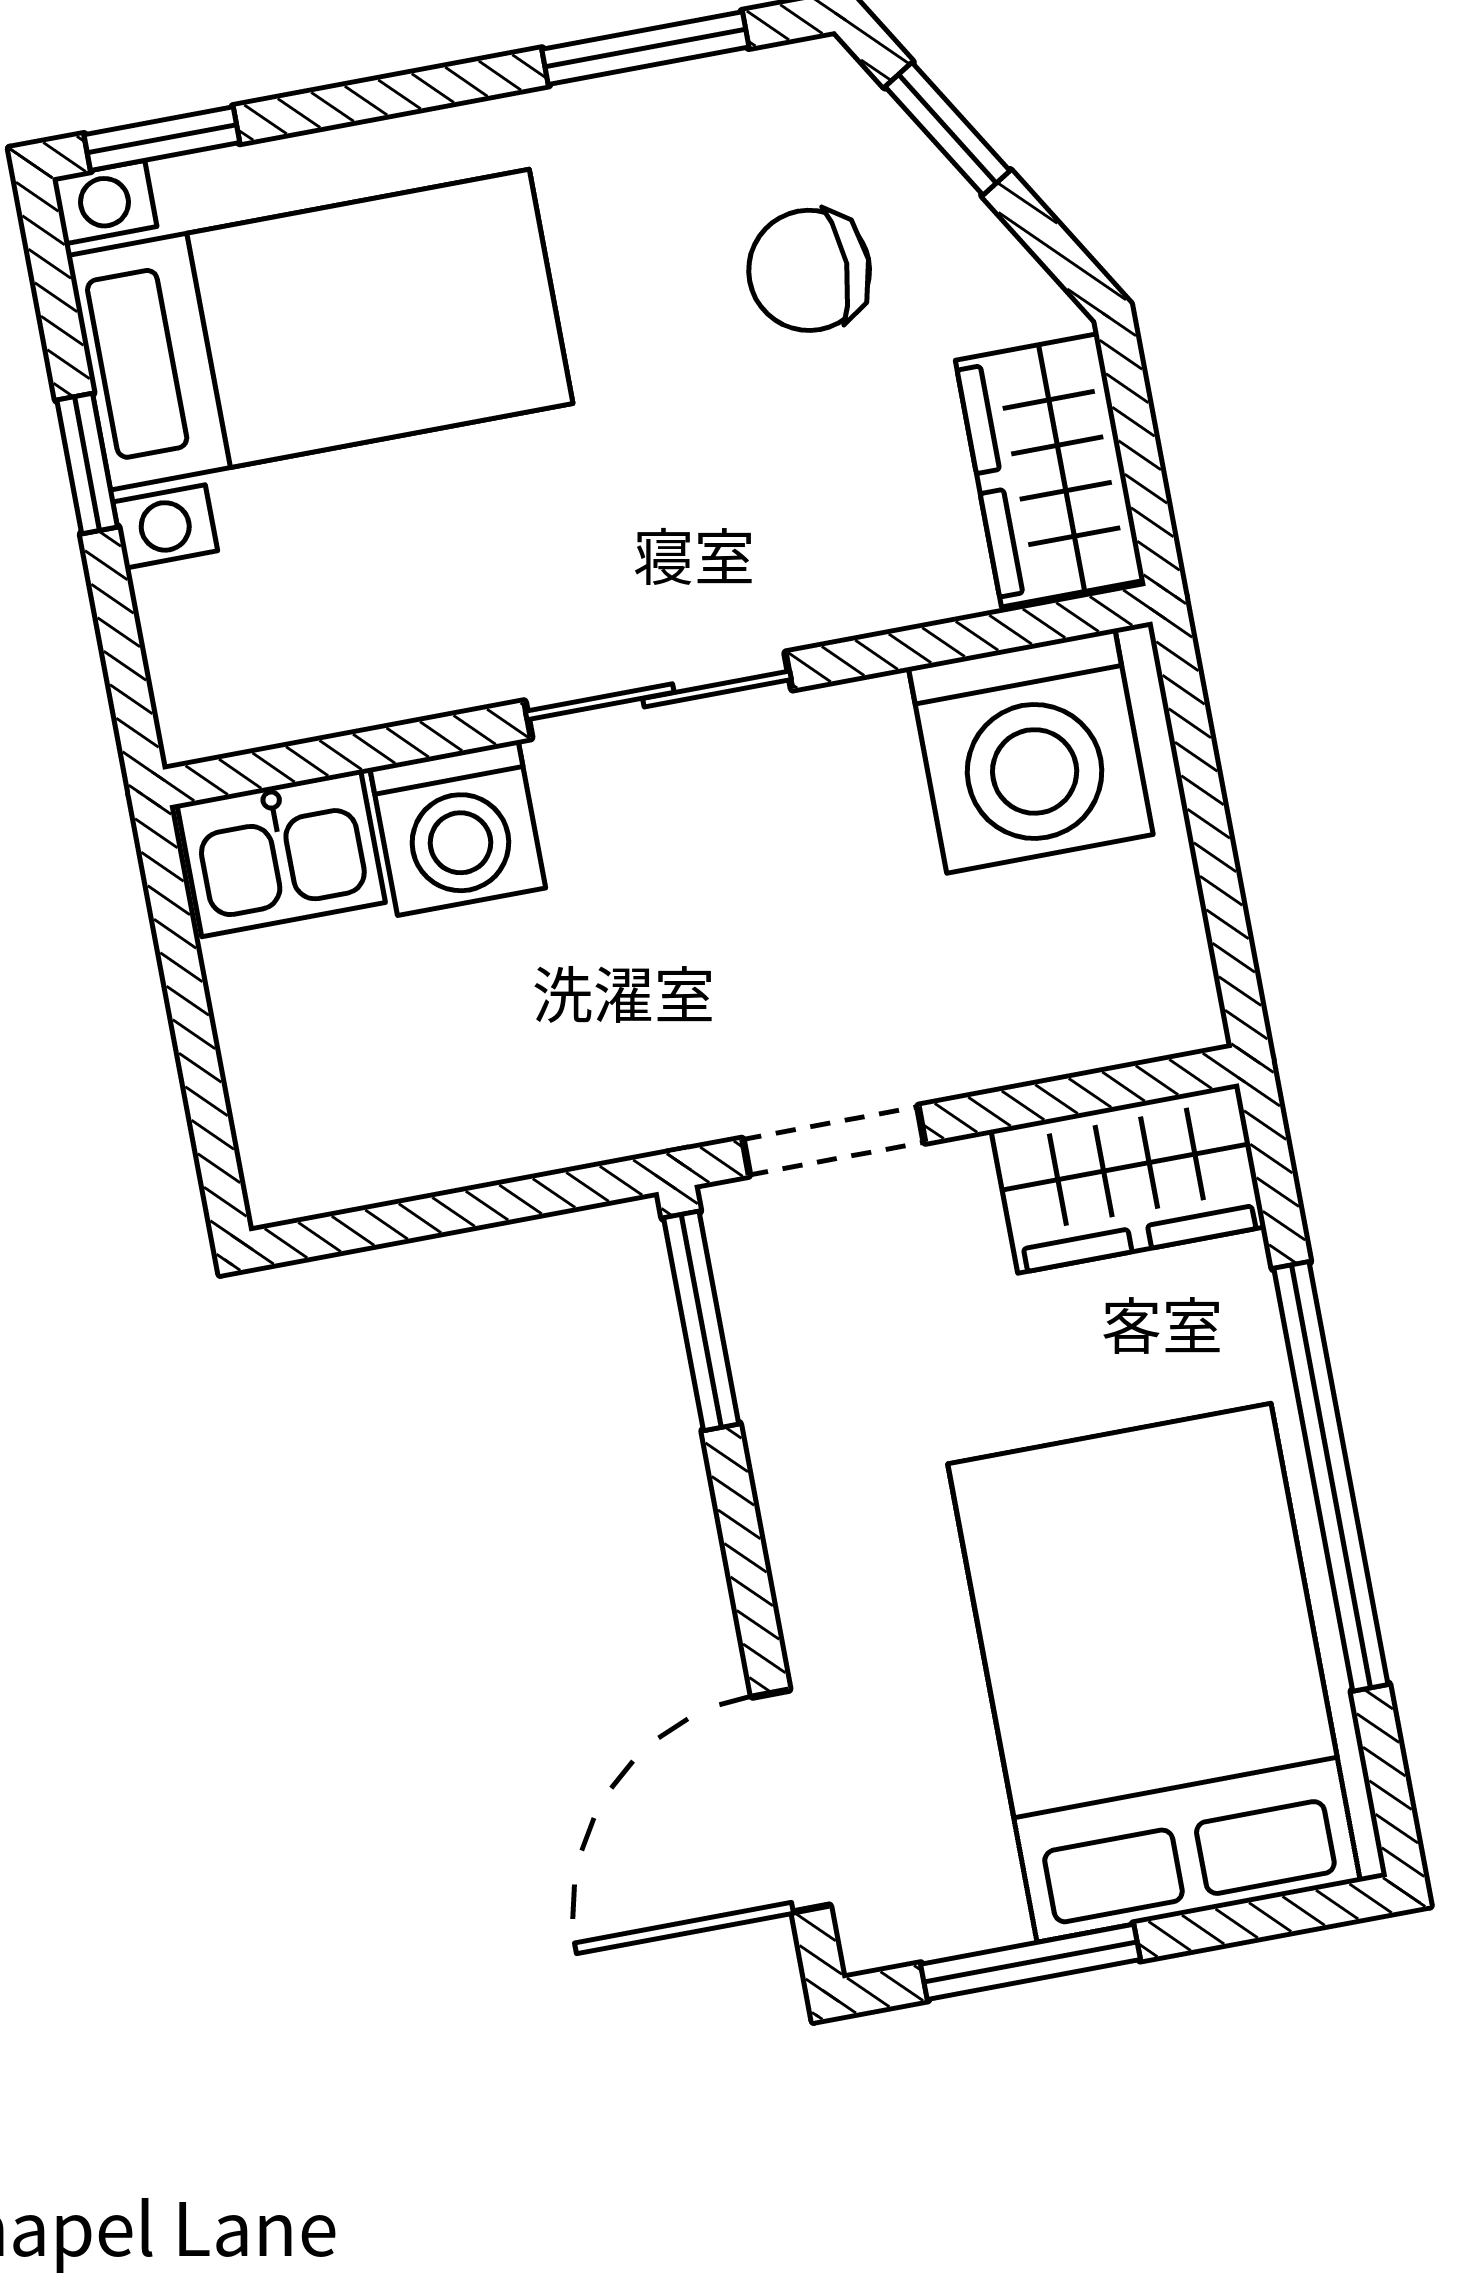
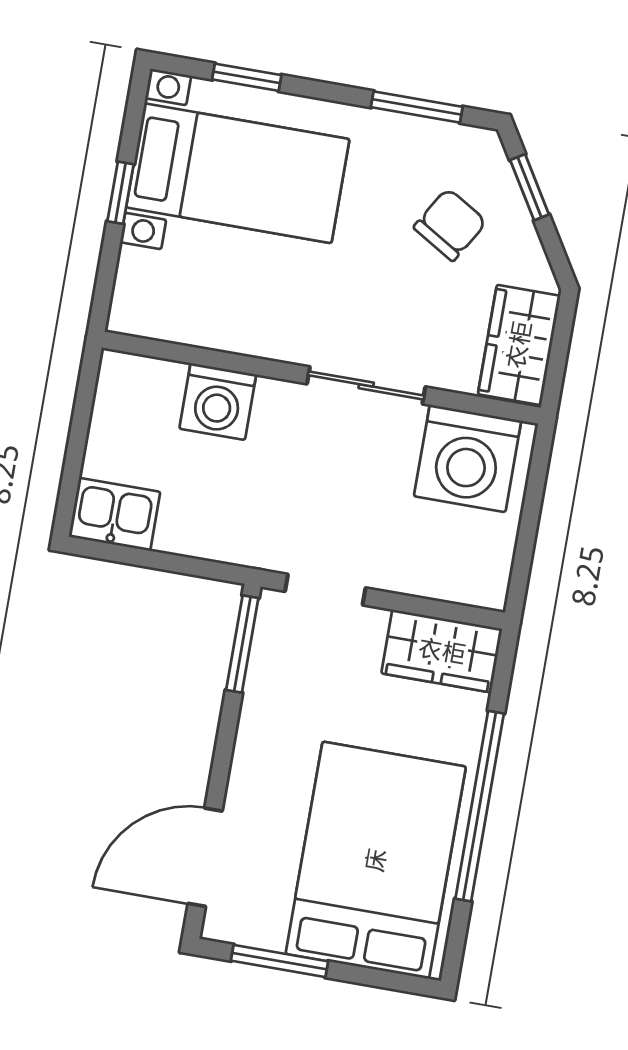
window: (162, 139) -> (247, 77), moved
chair: (809, 270) -> (450, 225), turned 121
sliding door: (658, 695) -> (366, 385), moved
kitchen sink: (281, 853) -> (115, 514), moved, turned 180

